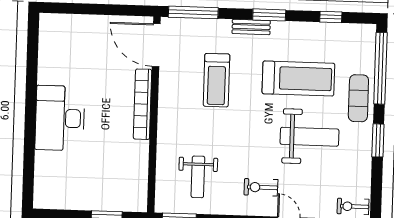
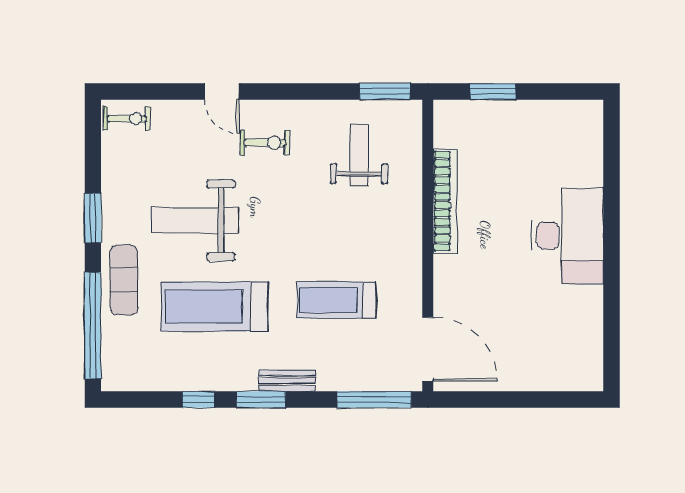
window: (331, 17) -> (199, 399), moved
treadmill: (217, 80) -> (336, 300), turned -90
bookcase: (143, 104) -> (445, 201), moved

